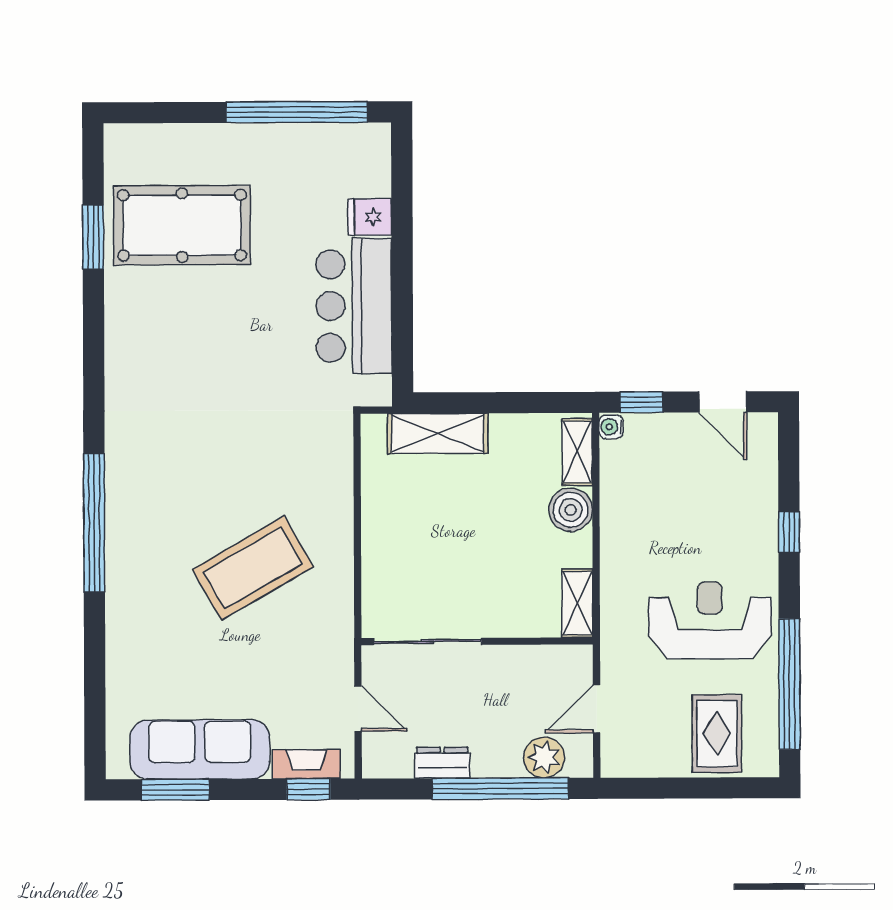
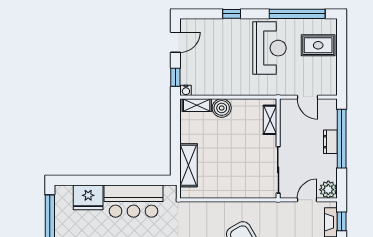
fridge: (370, 217) -> (88, 197), width x1.88, depth x1.34
shelving: (577, 603) -> (270, 120), moved, turned 90
reception desk: (710, 620) -> (270, 48), turned 180
plant: (544, 757) -> (328, 190), moved
dresser: (442, 763) -> (330, 142), moved

